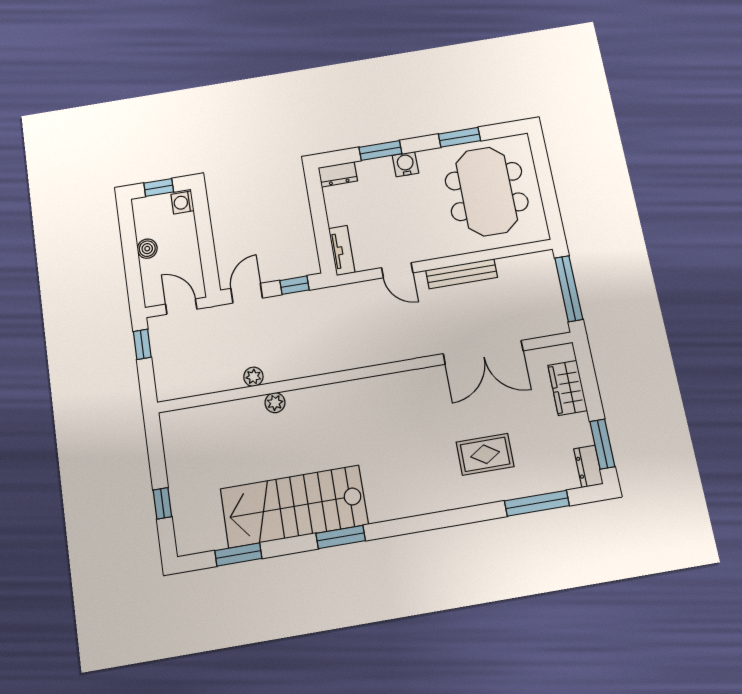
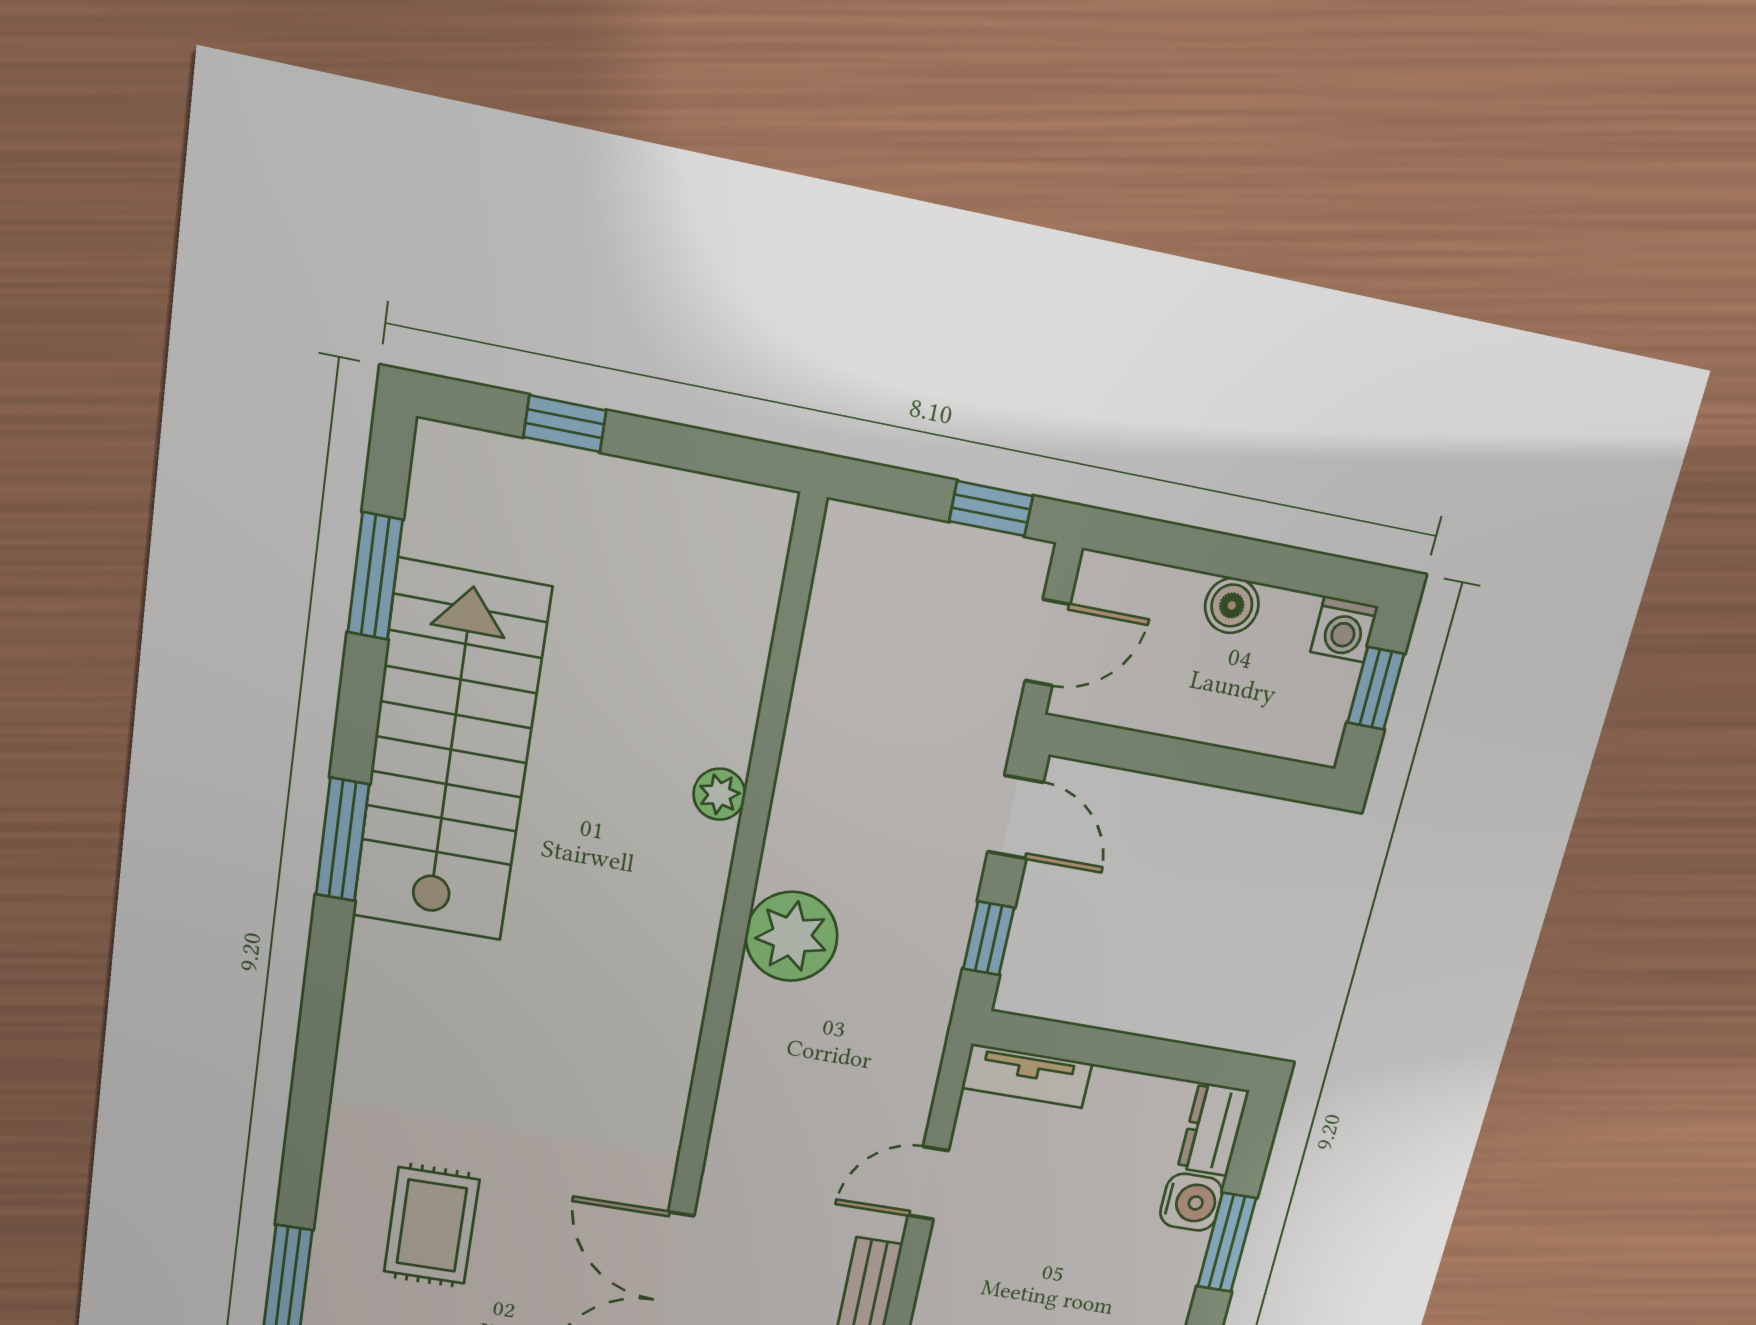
water cooler: (405, 164) -> (1191, 1202), moved
washing machine: (182, 202) -> (1344, 629), moved, turned 180
plant: (253, 377) -> (792, 936), moved, width x1.88, depth x1.88

